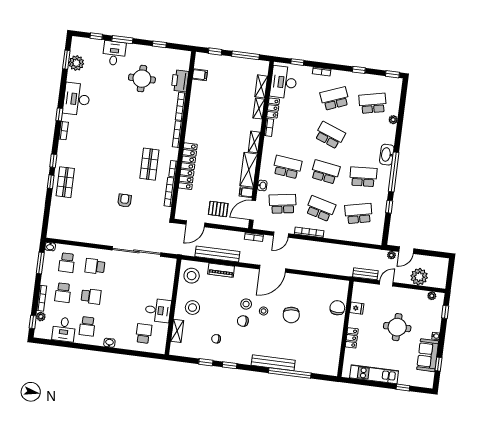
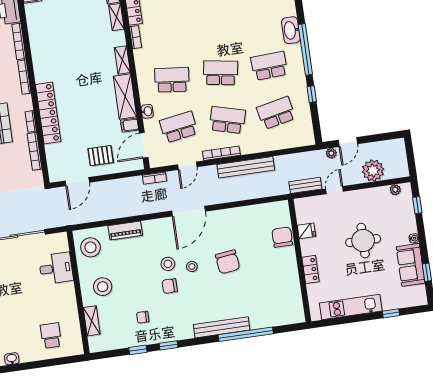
school desk: (330, 135) -> (214, 26), removed
bench: (217, 254) -> (246, 167), moved
desk: (158, 310) -> (56, 268), moved

